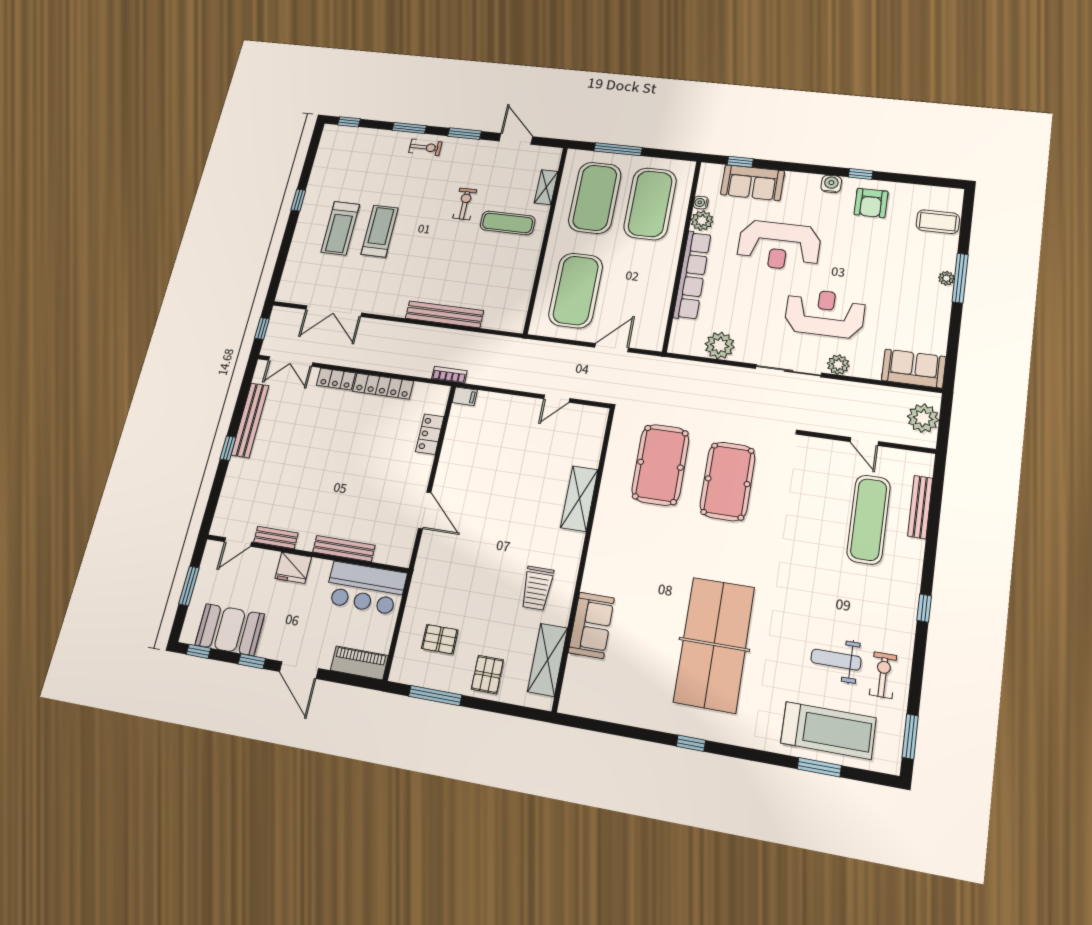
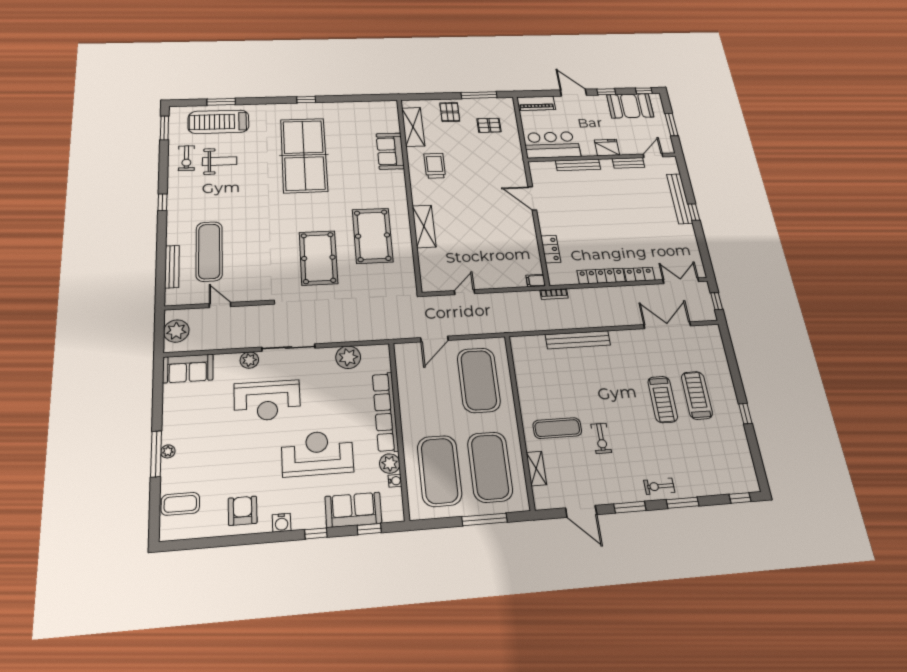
window: (861, 174) -> (316, 533), moved
bench: (250, 420) -> (680, 199), moved
pool table: (660, 465) -> (373, 236), moved

